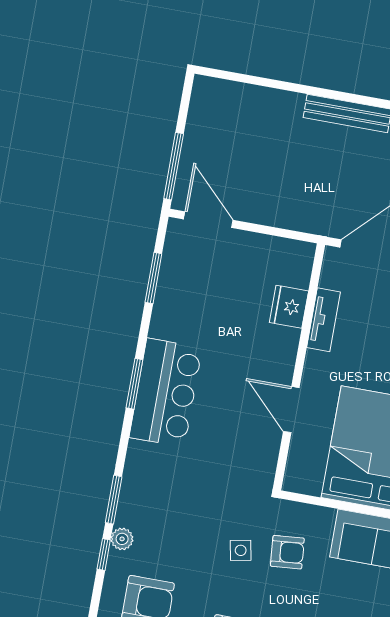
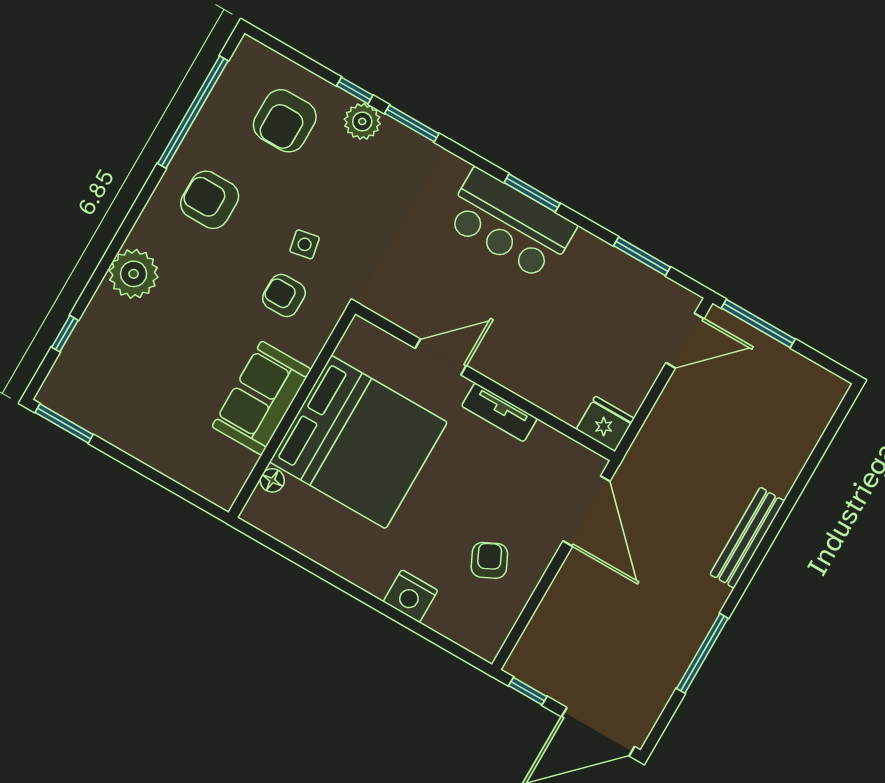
fridge: (289, 307) -> (605, 424), moved
tv unit: (324, 320) -> (499, 412), moved
plant: (122, 539) -> (362, 121), width x1.38, depth x1.38
armchair: (287, 552) -> (284, 295), turned 95

